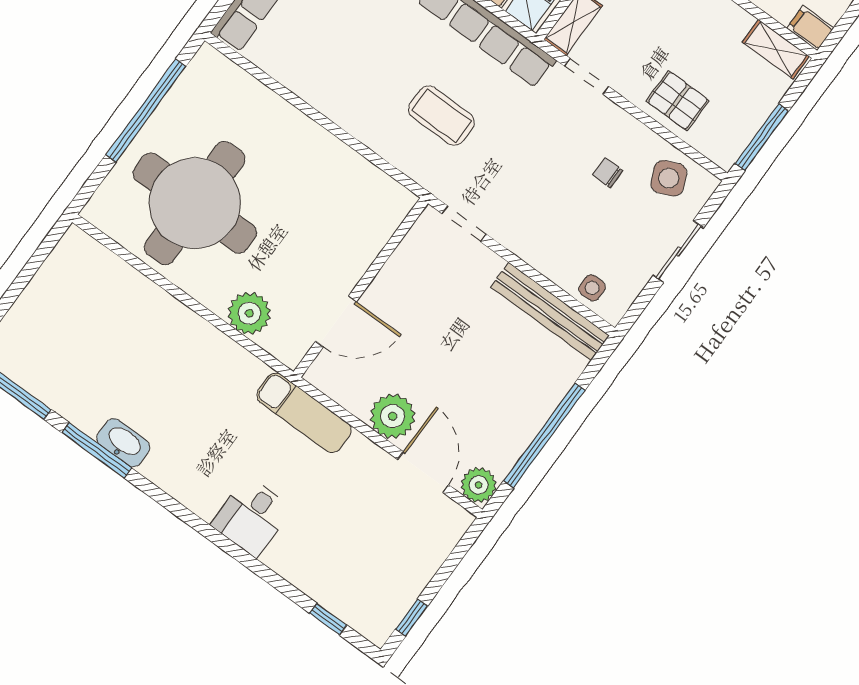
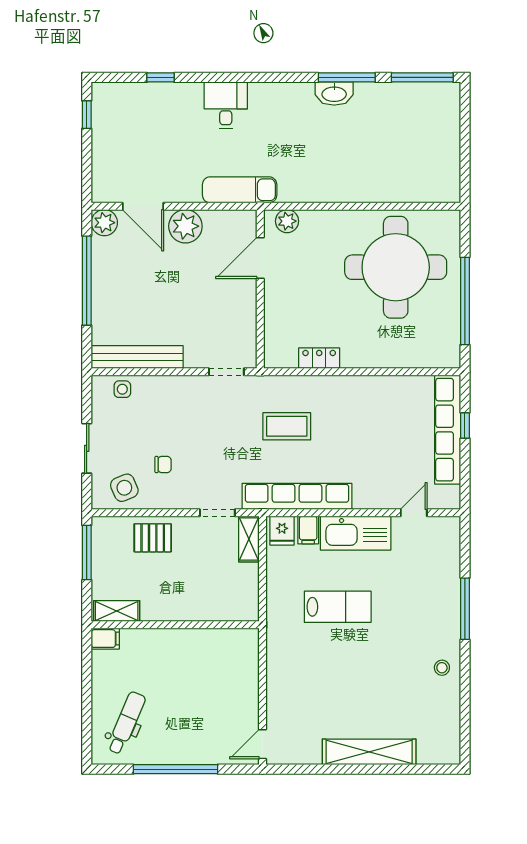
locker: (351, 165) -> (319, 358), added
plant: (249, 313) -> (287, 221), moved, width x0.73, depth x0.73
window: (328, 619) -> (160, 77), moved

